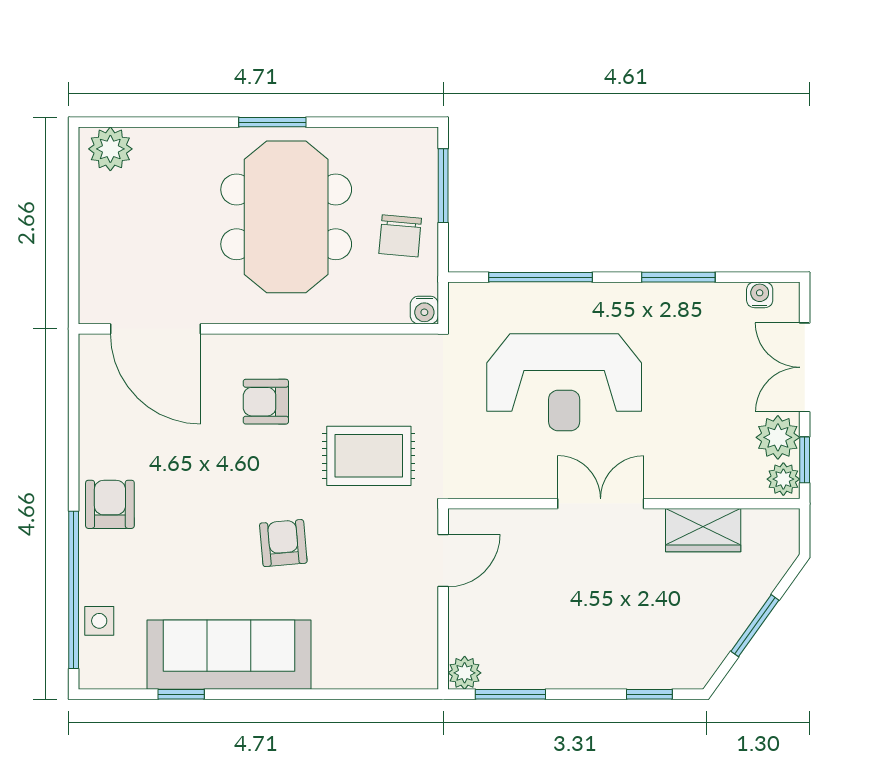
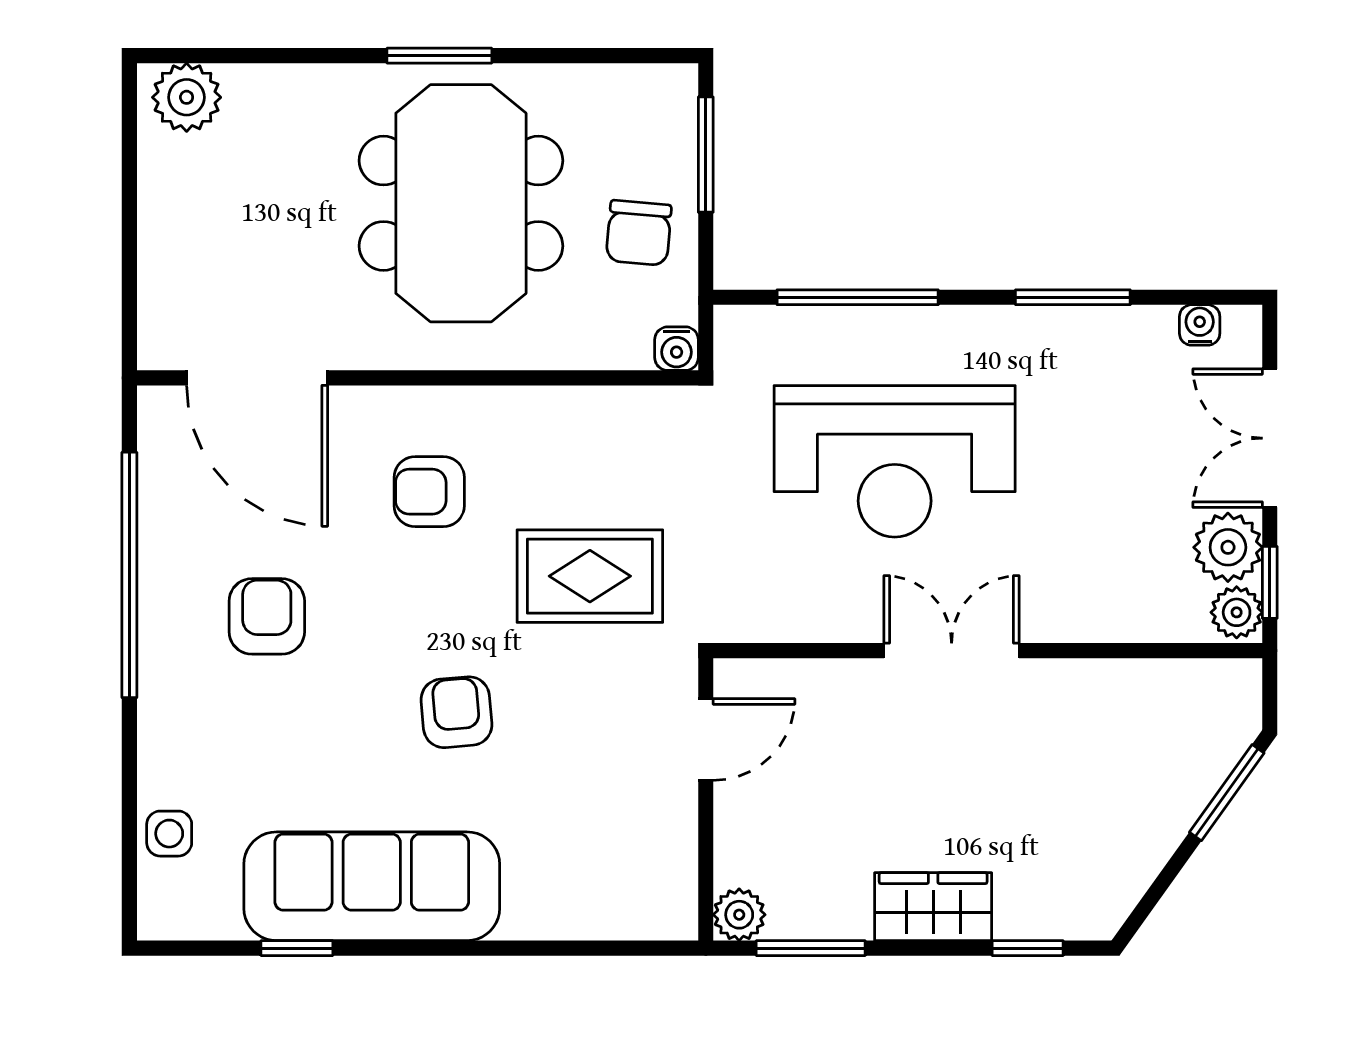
armchair: (110, 504) -> (267, 616), moved
wardrobe: (703, 530) -> (933, 907), moved, turned 180
window: (74, 590) -> (129, 575), moved
window: (755, 626) -> (1227, 793), moved

